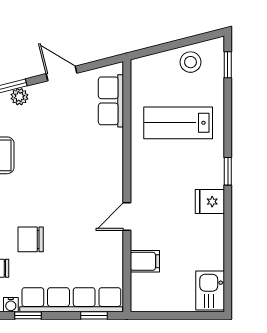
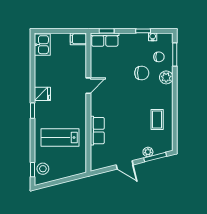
stool: (191, 62) -> (43, 169), moved
row of seats: (111, 101) -> (97, 131), moved
lab bench: (178, 123) -> (60, 138), turned 180
filing cabinet: (145, 261) -> (78, 39), moved
row of seats: (71, 300) -> (105, 40), width x0.50

